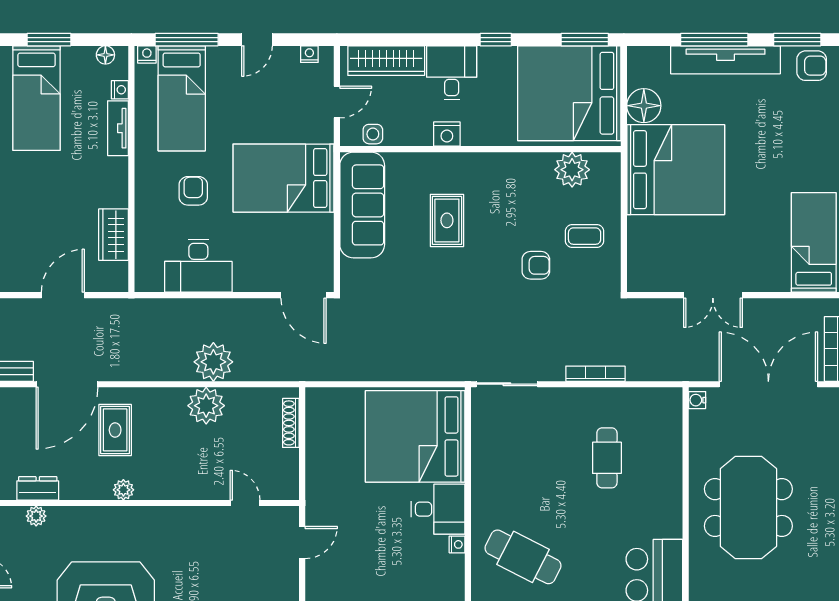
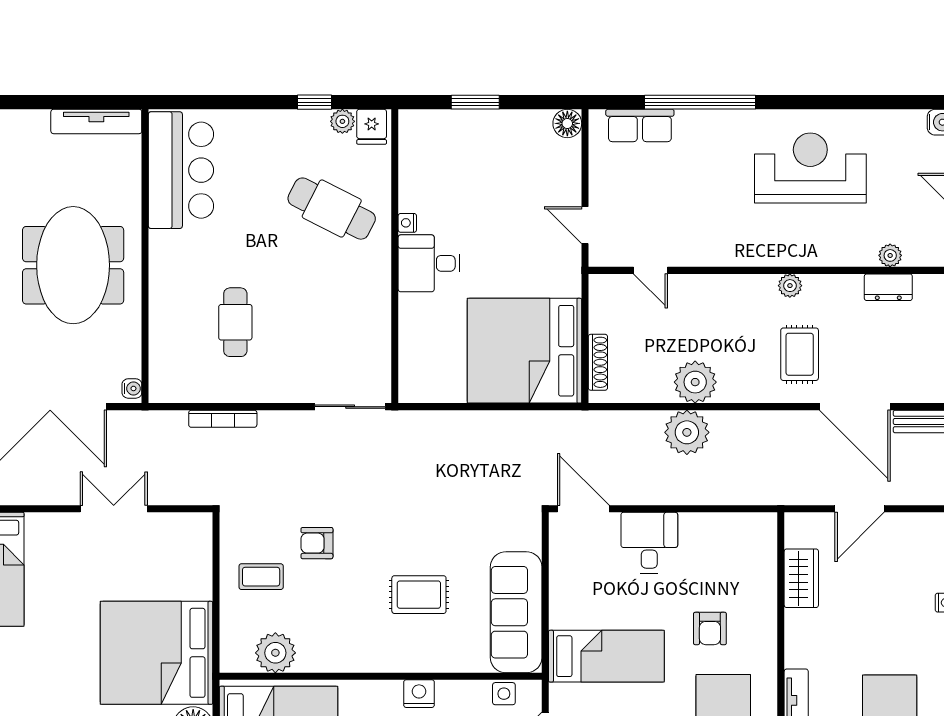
bed: (283, 178) -> (606, 656), width x0.67
rug: (447, 220) -> (419, 595), turned 90
desk: (198, 266) -> (649, 543), moved, width x0.73
bookcase: (595, 374) -> (223, 419), moved
door: (67, 384) -> (855, 407), swing flipped
bed: (415, 436) -> (525, 351), moved, turned 180
door: (302, 543) -> (585, 225), hinge flipped

